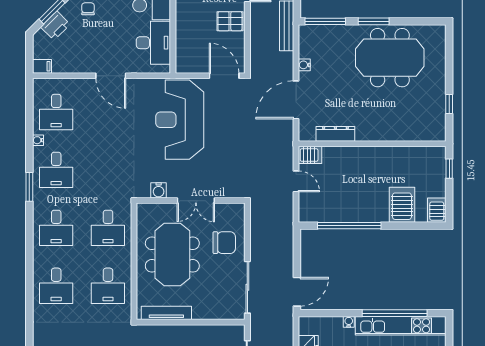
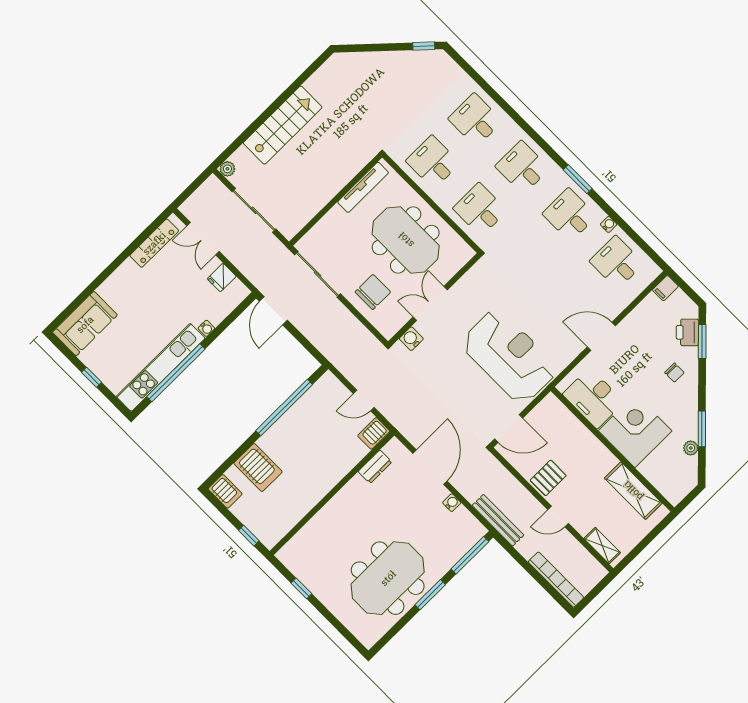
dresser: (335, 134) -> (375, 467), width x0.70
water cooler: (159, 190) -> (411, 339), moved
chair: (224, 243) -> (373, 292), turned 180

